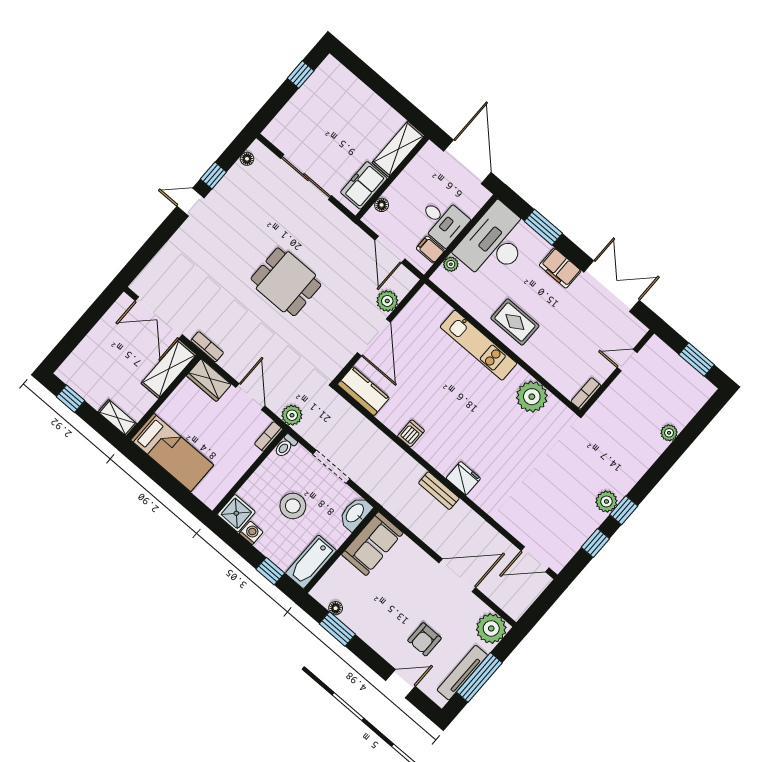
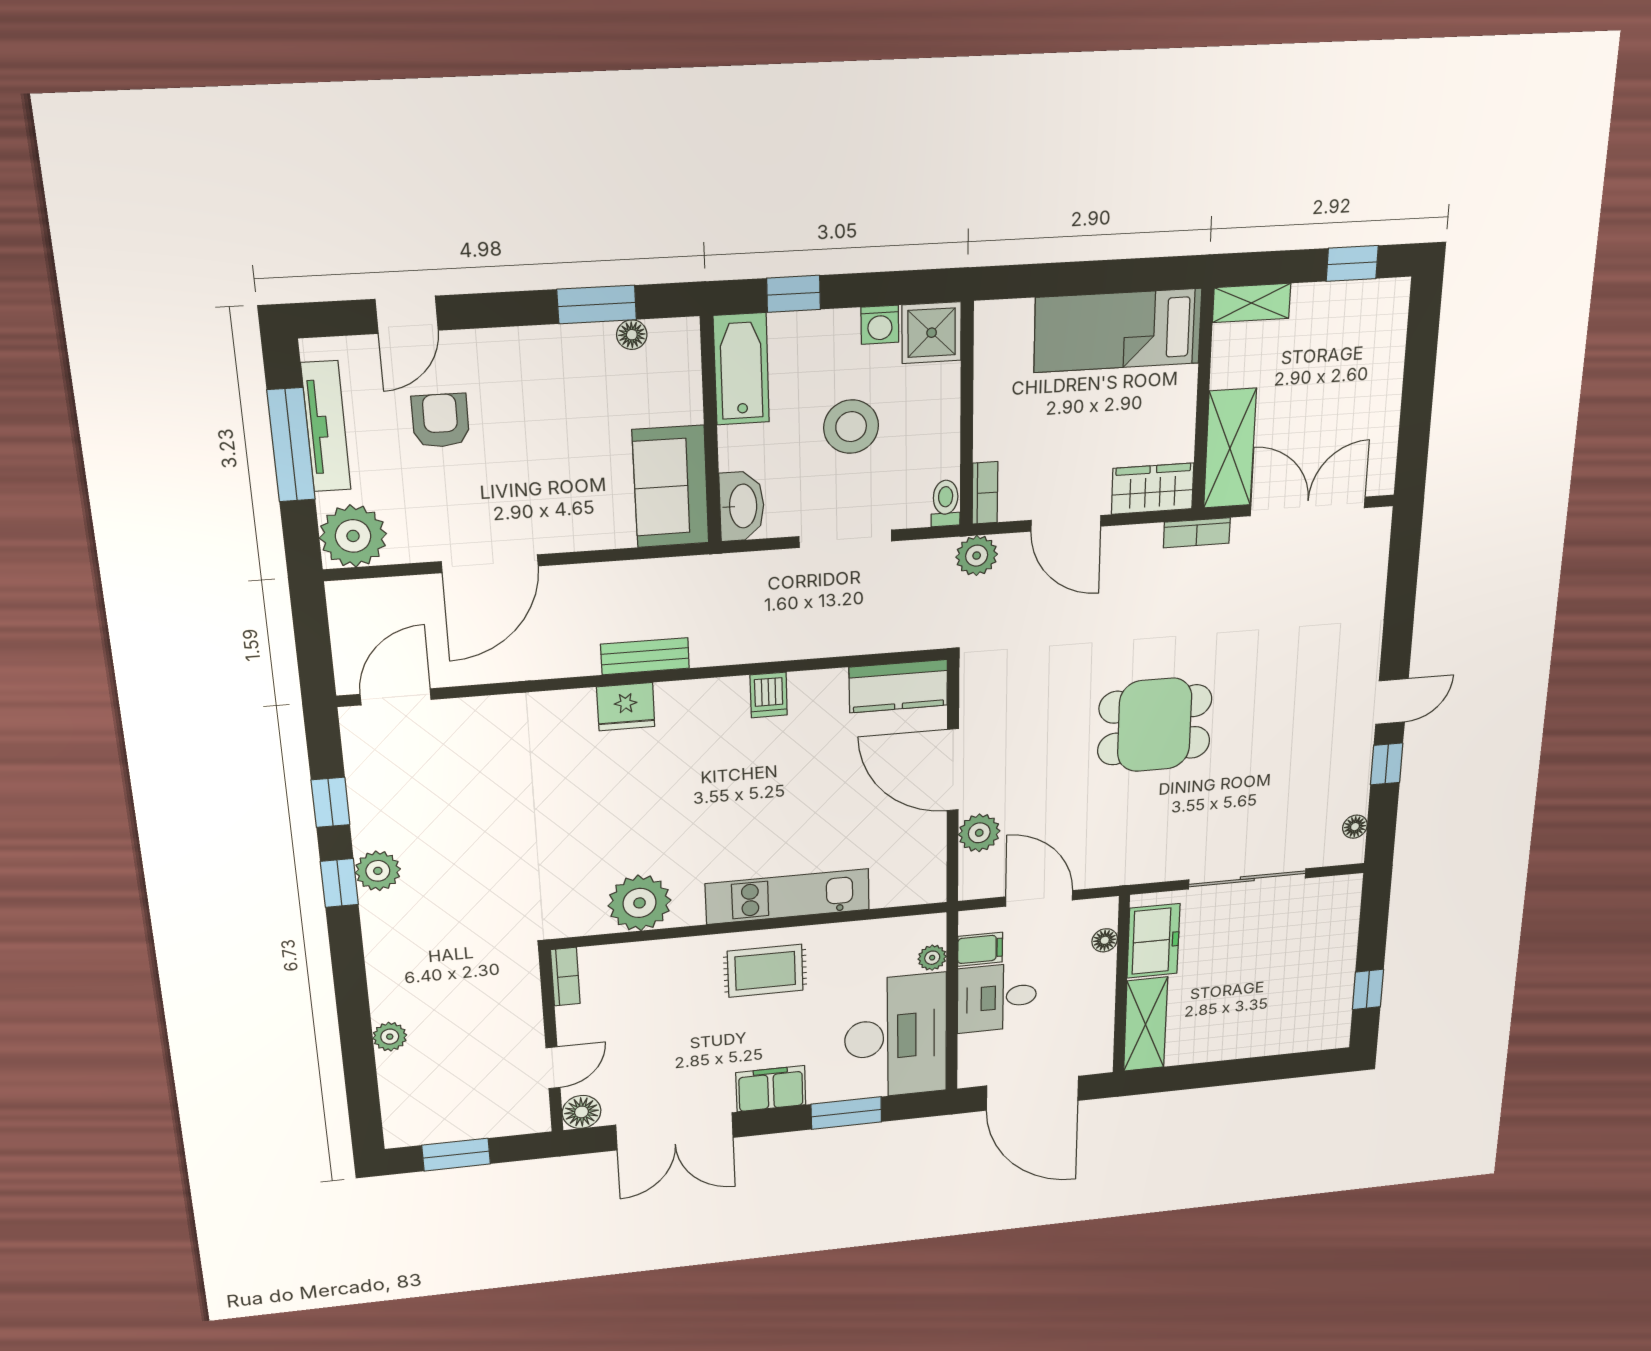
floor lamp: (636, 330) -> (582, 1112), added

